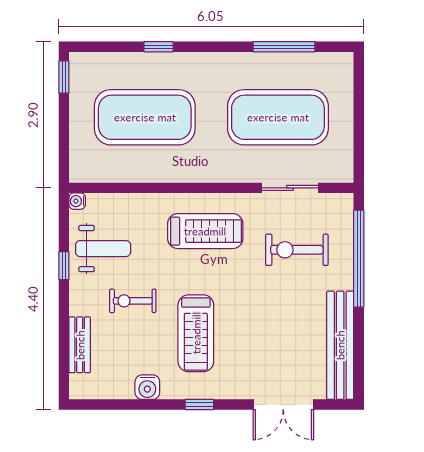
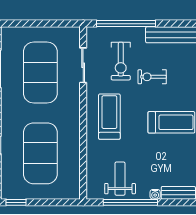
water cooler: (77, 201) -> (155, 194), moved
window: (64, 266) -> (130, 202), width x3.17
exercise bike: (133, 301) -> (152, 77), moved, turned 90

